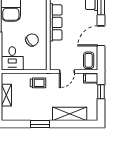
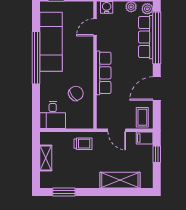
door: (67, 71) -> (117, 130), hinge flipped
window: (40, 124) -> (64, 192), moved

